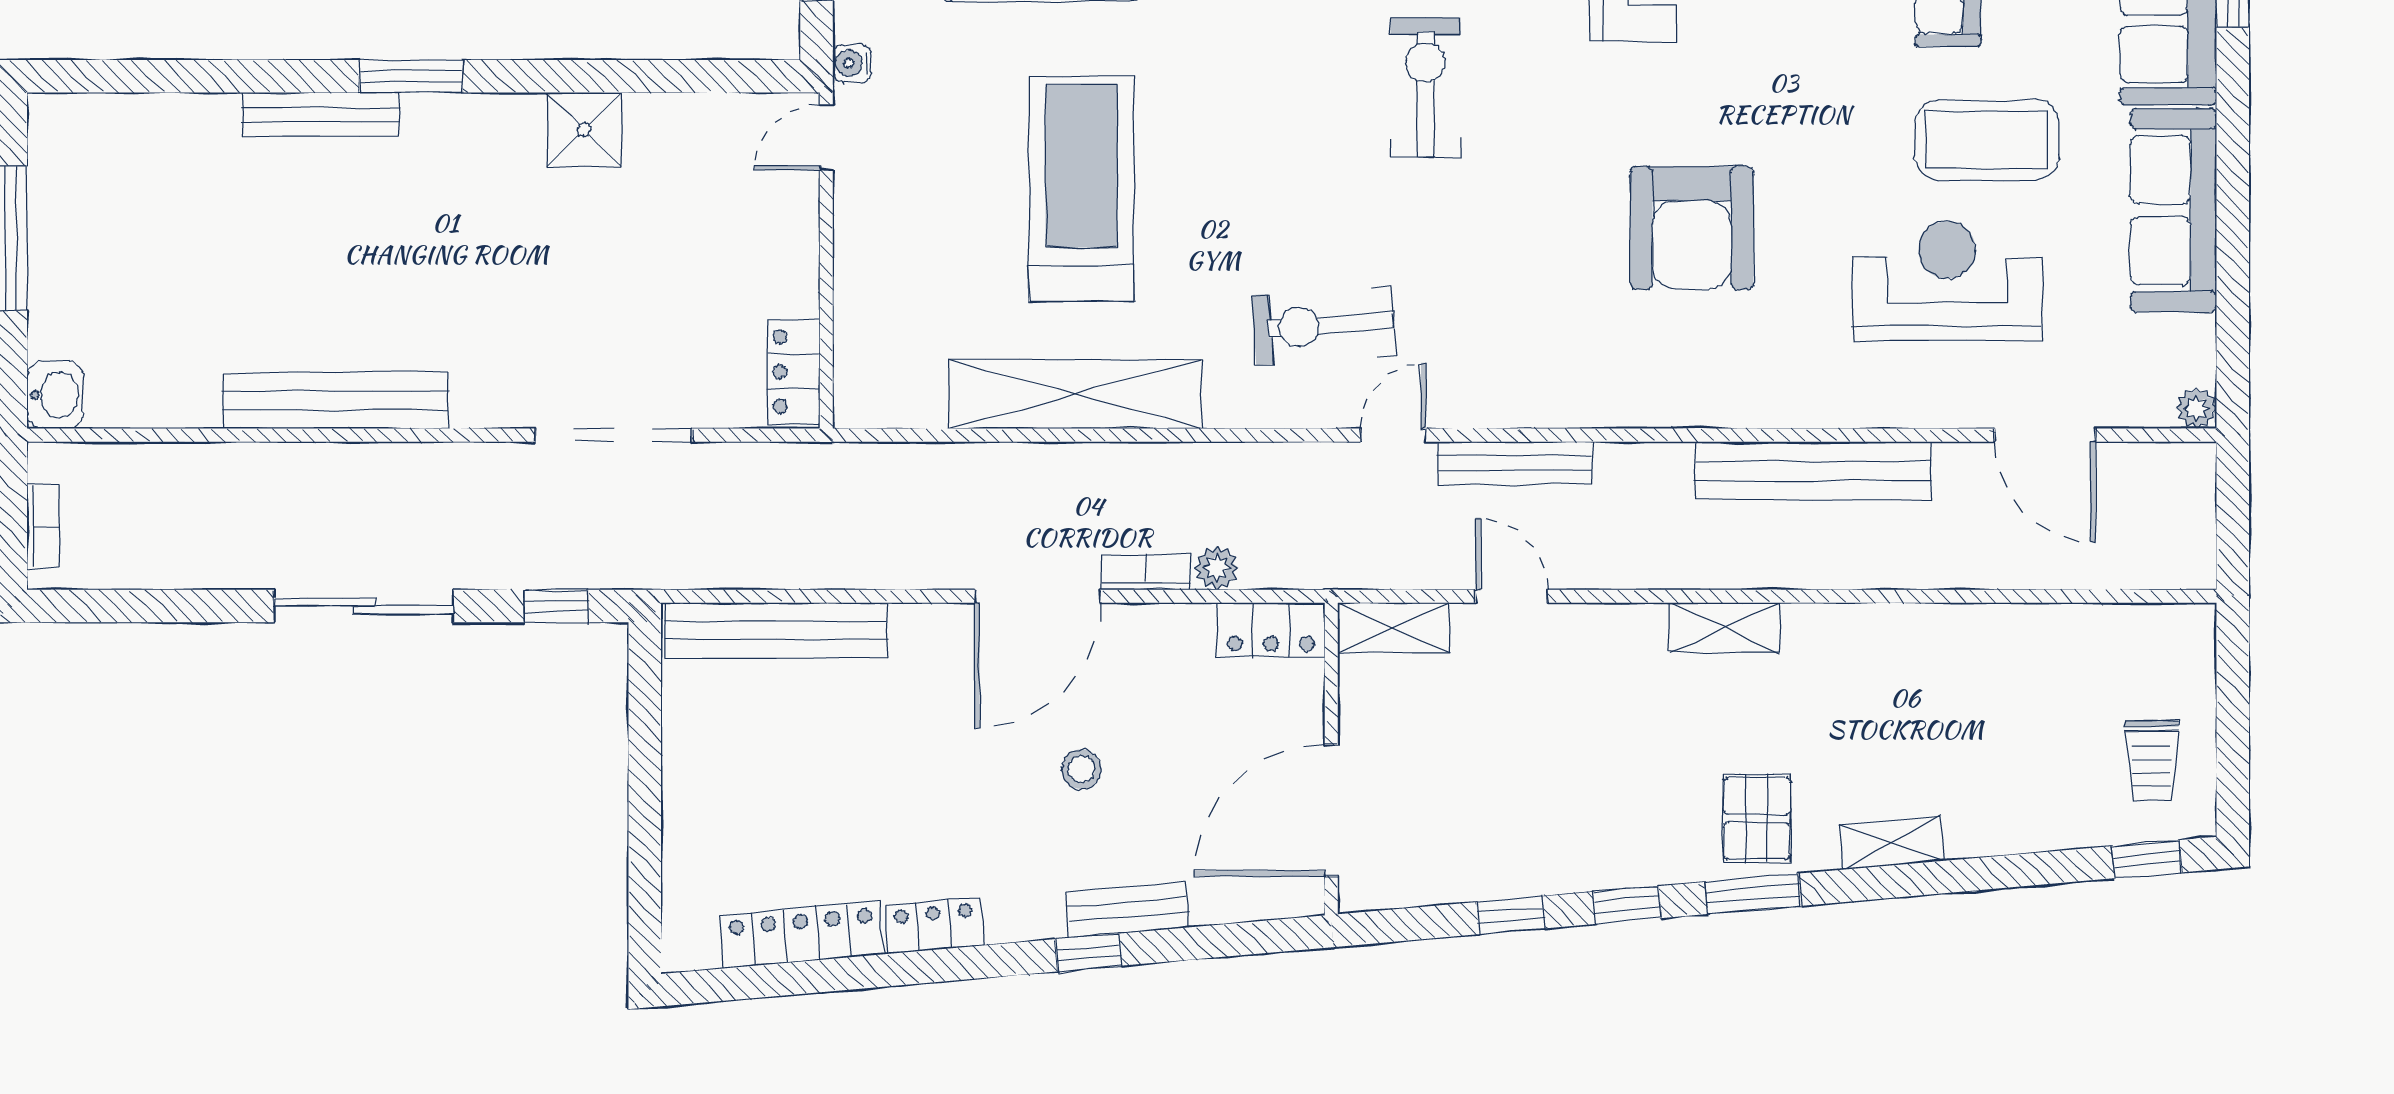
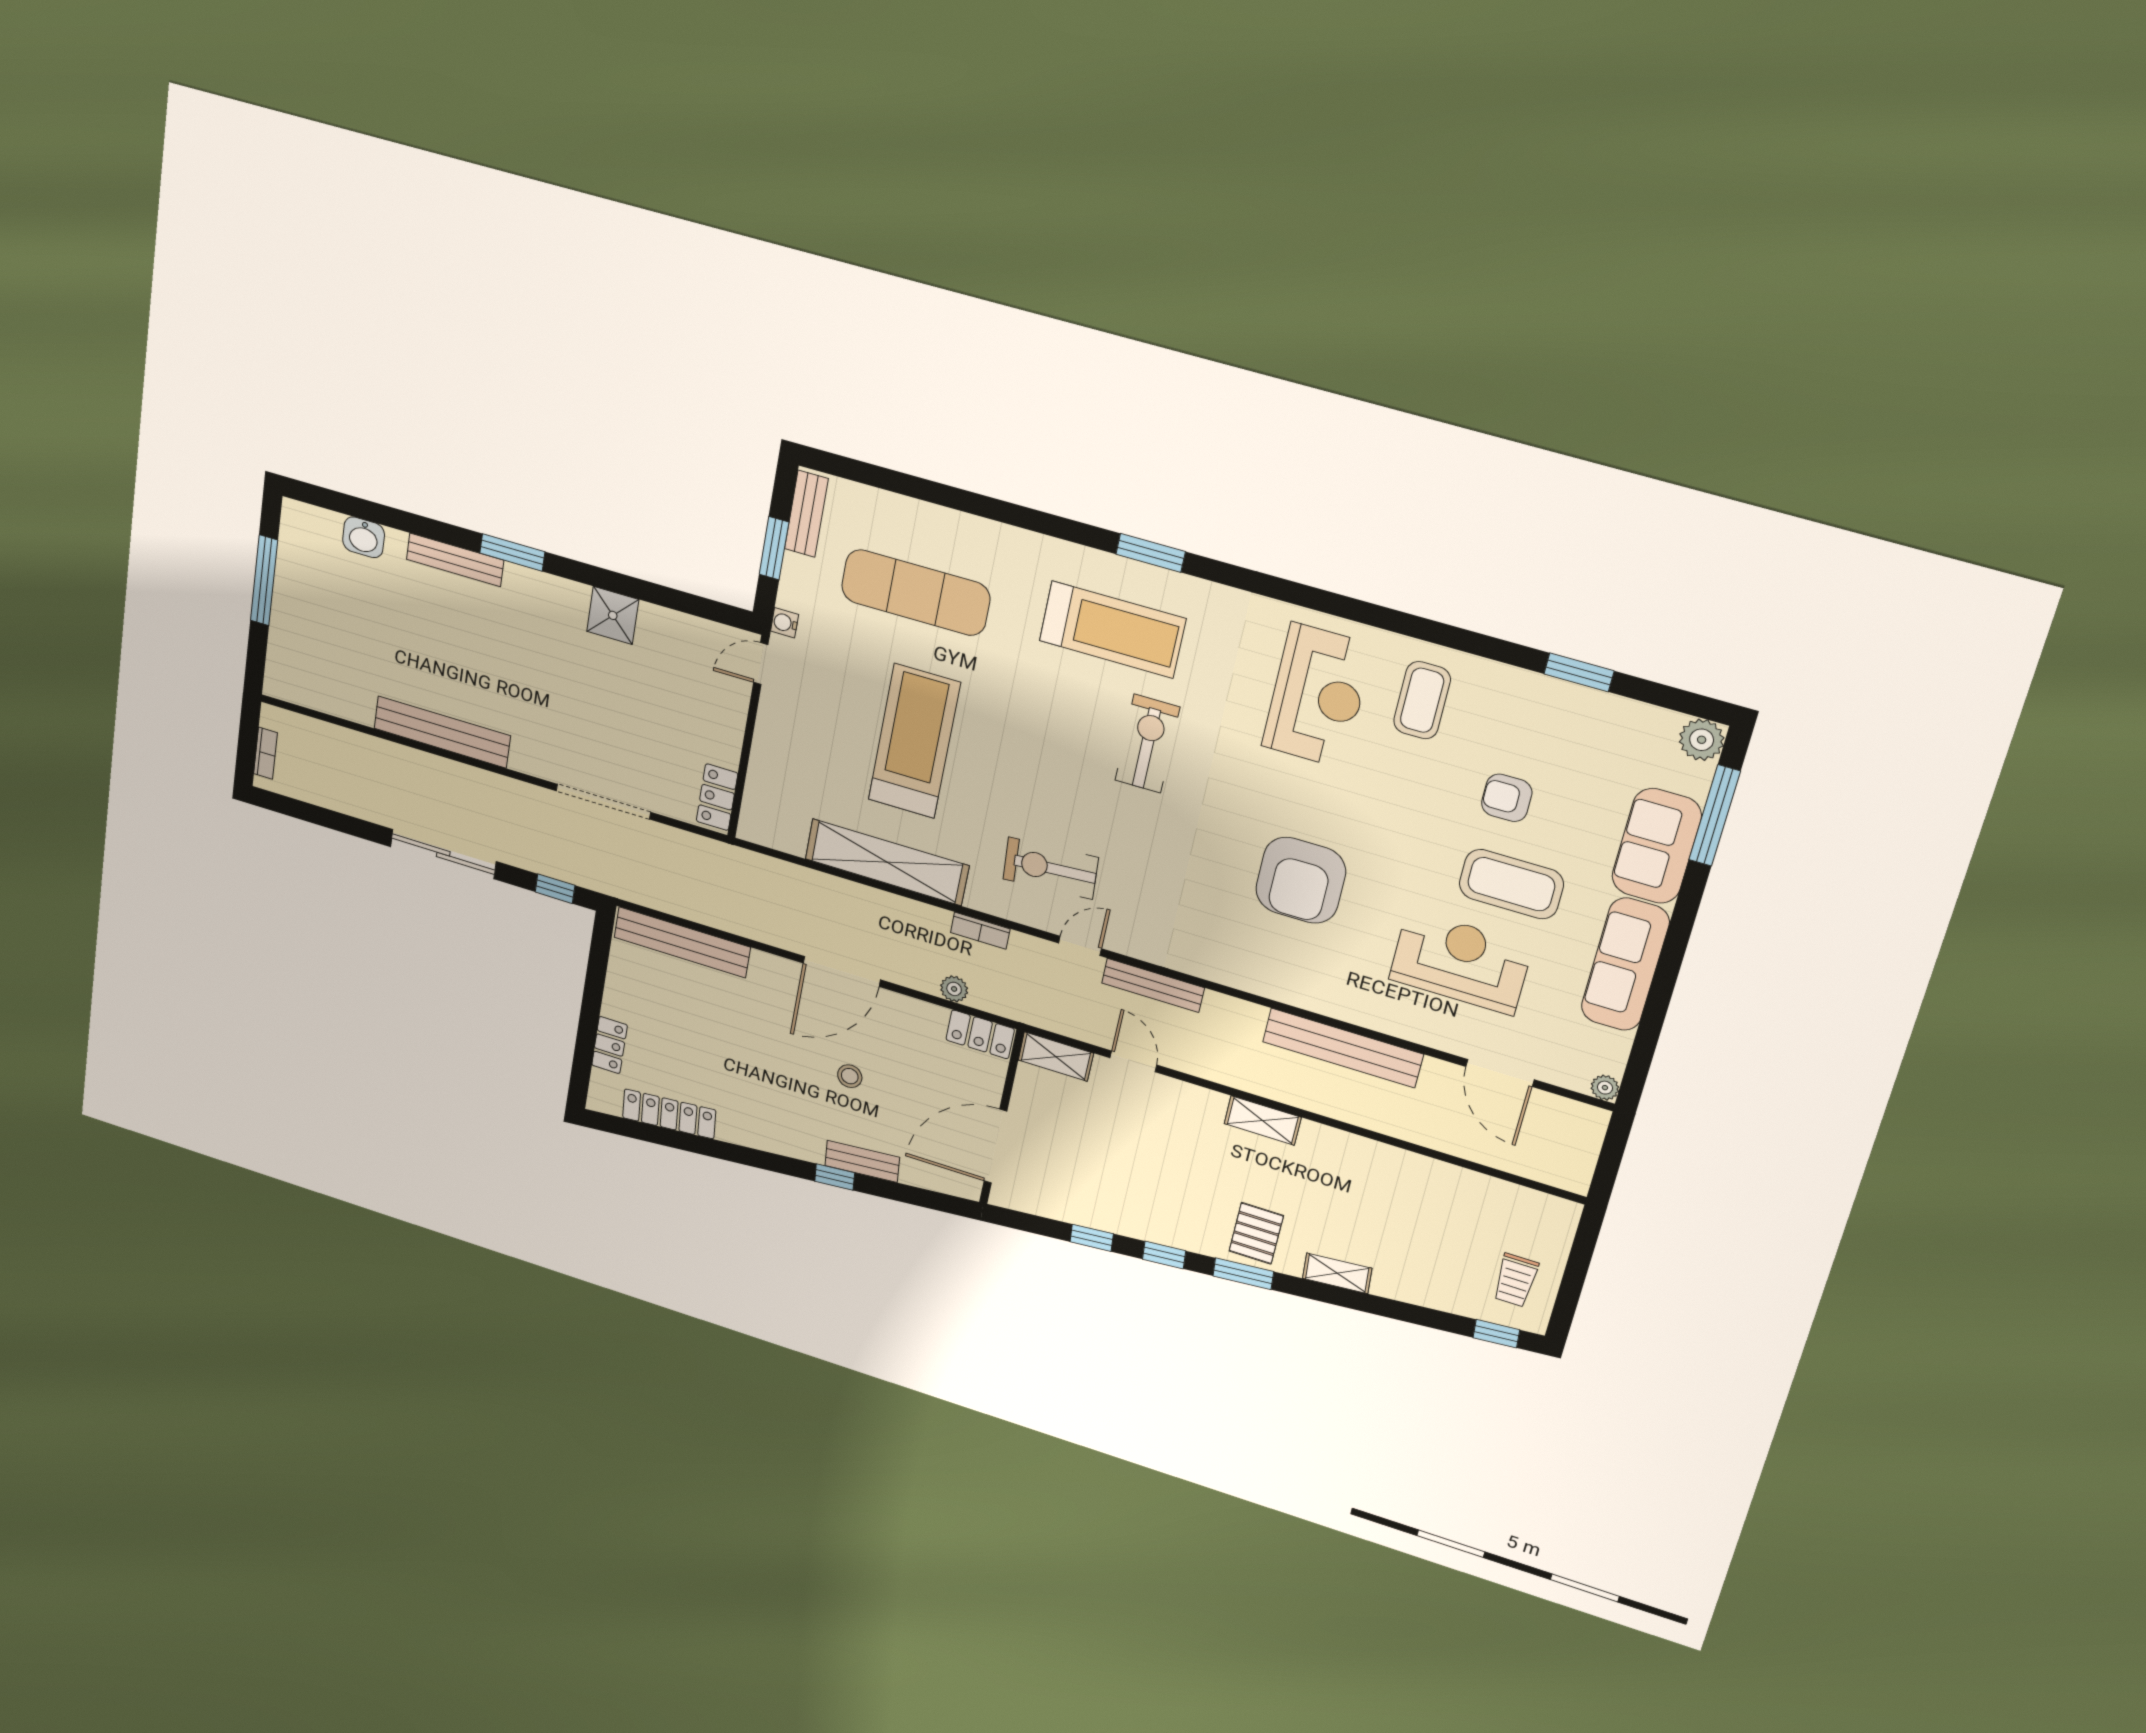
washbasin: (55, 395) -> (364, 537), moved, turned 90
bookcase: (1146, 572) -> (980, 931), moved, turned 180
locker: (934, 925) -> (610, 1045), moved, turned 95

